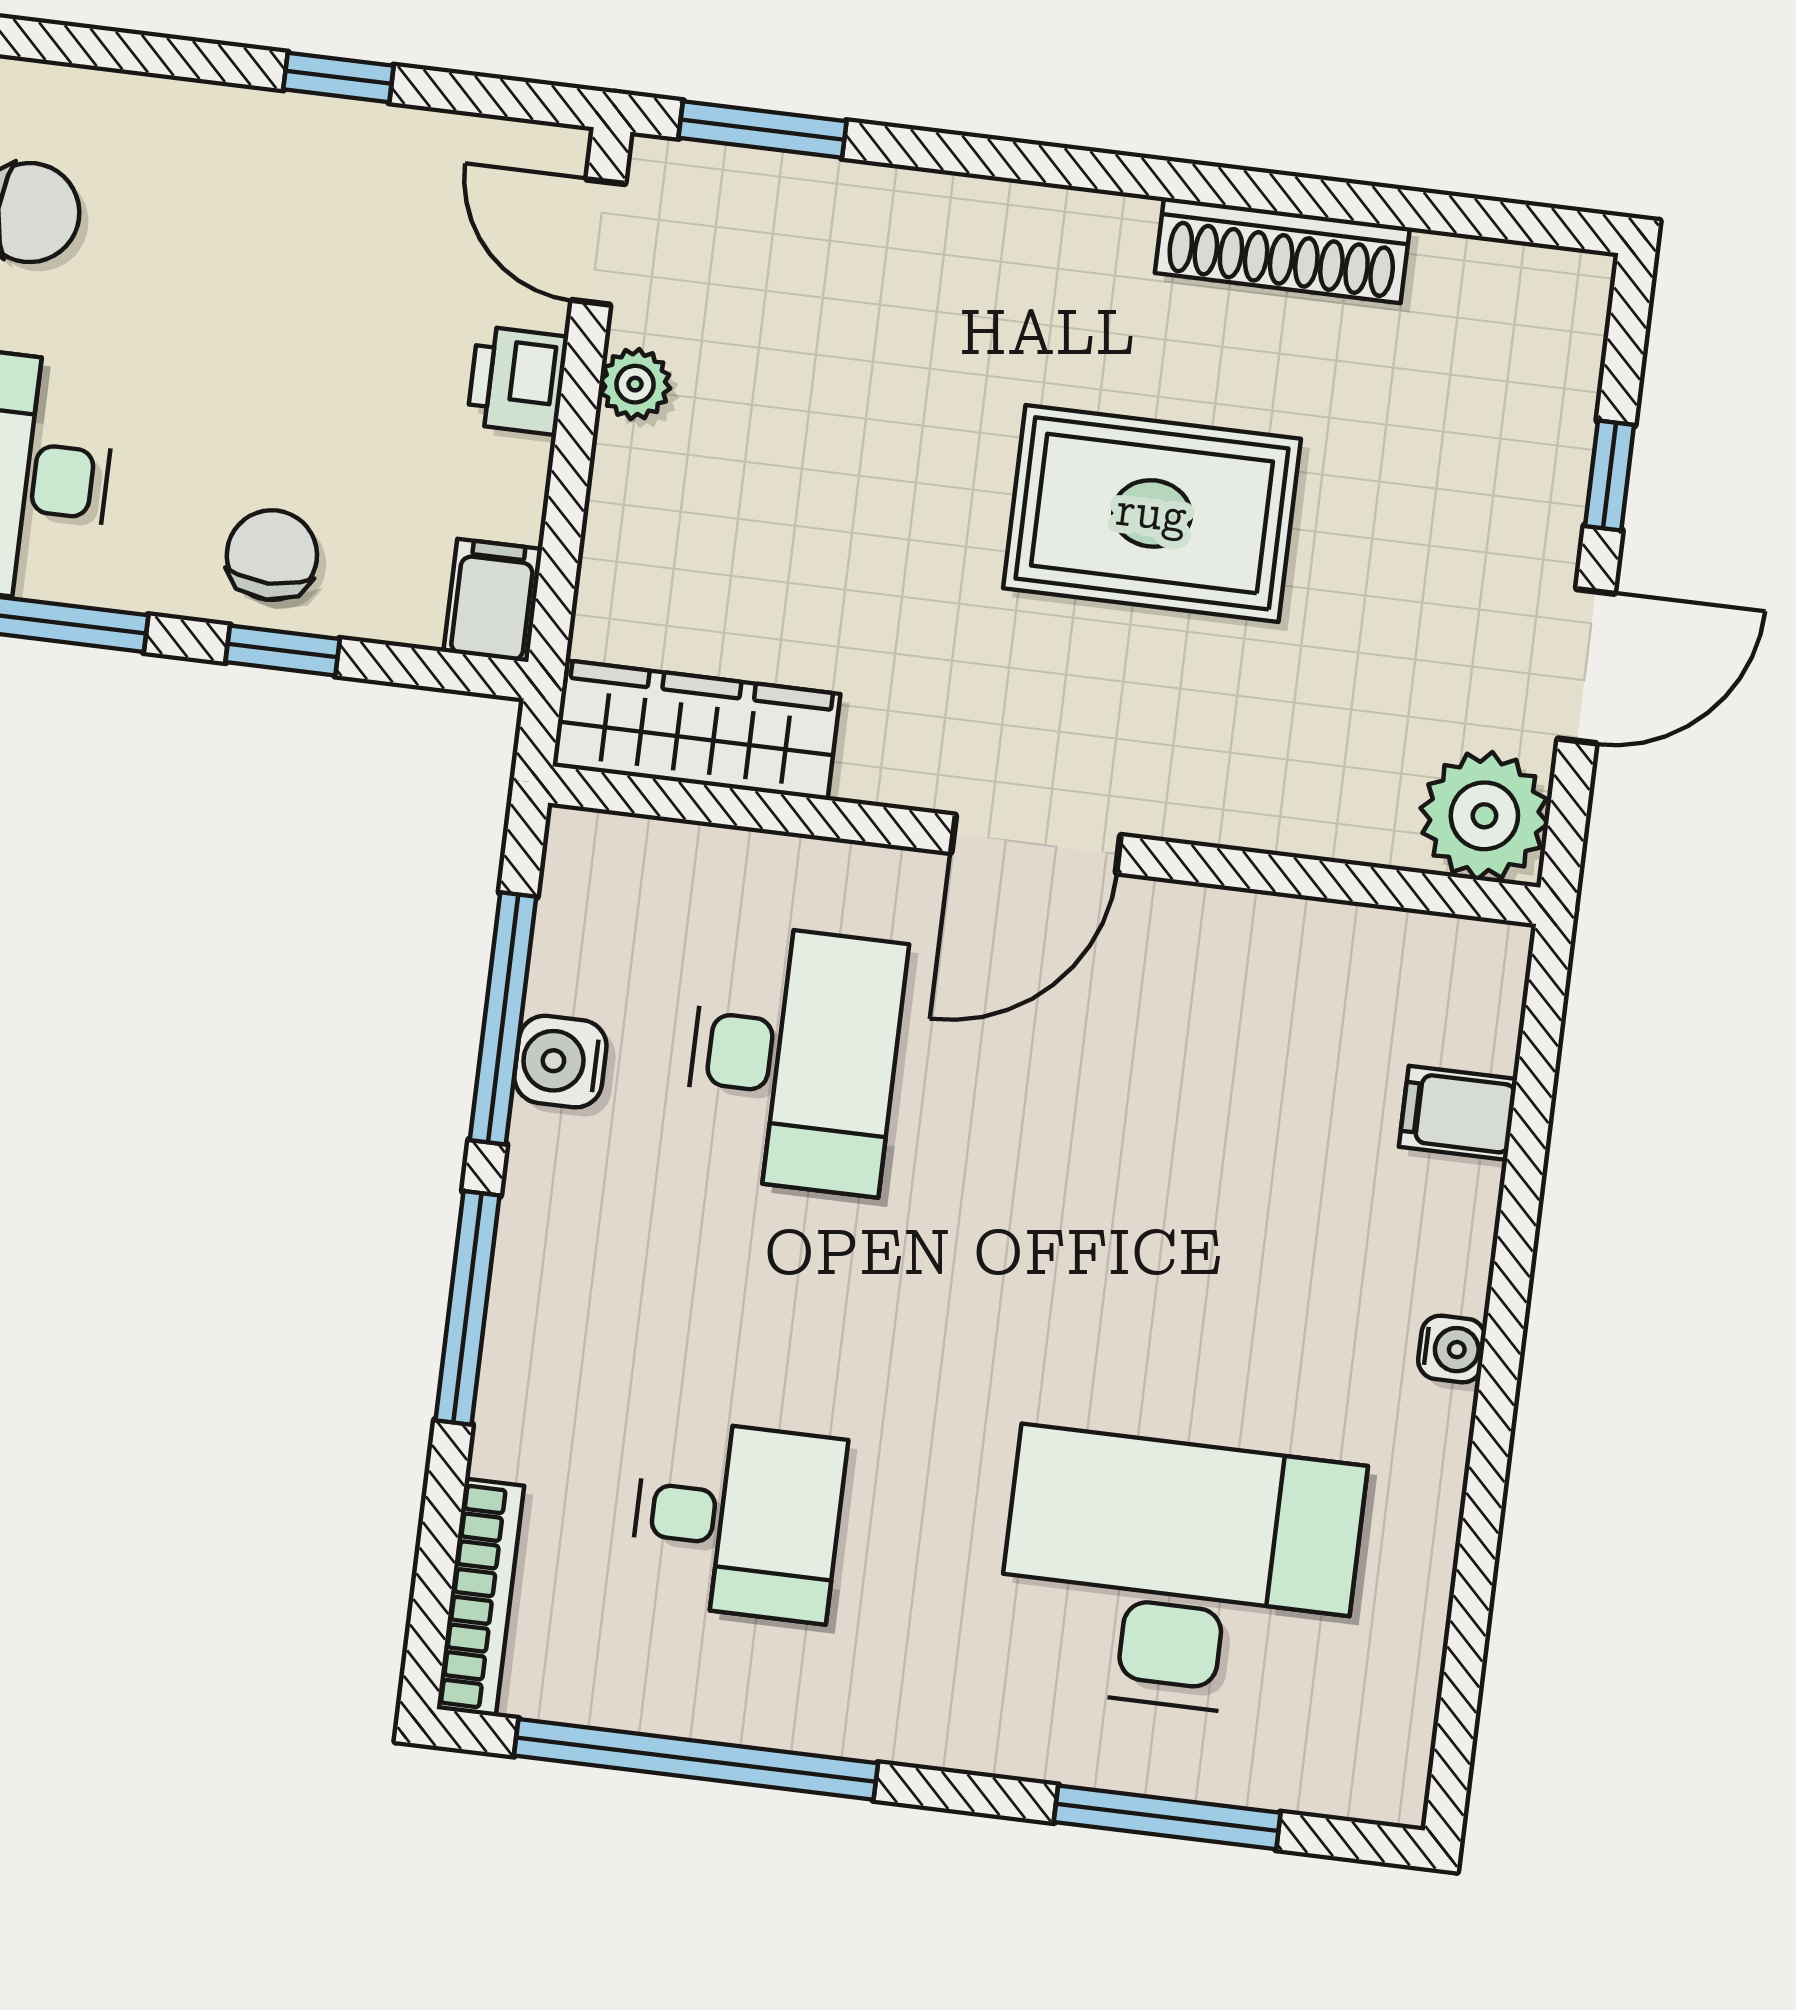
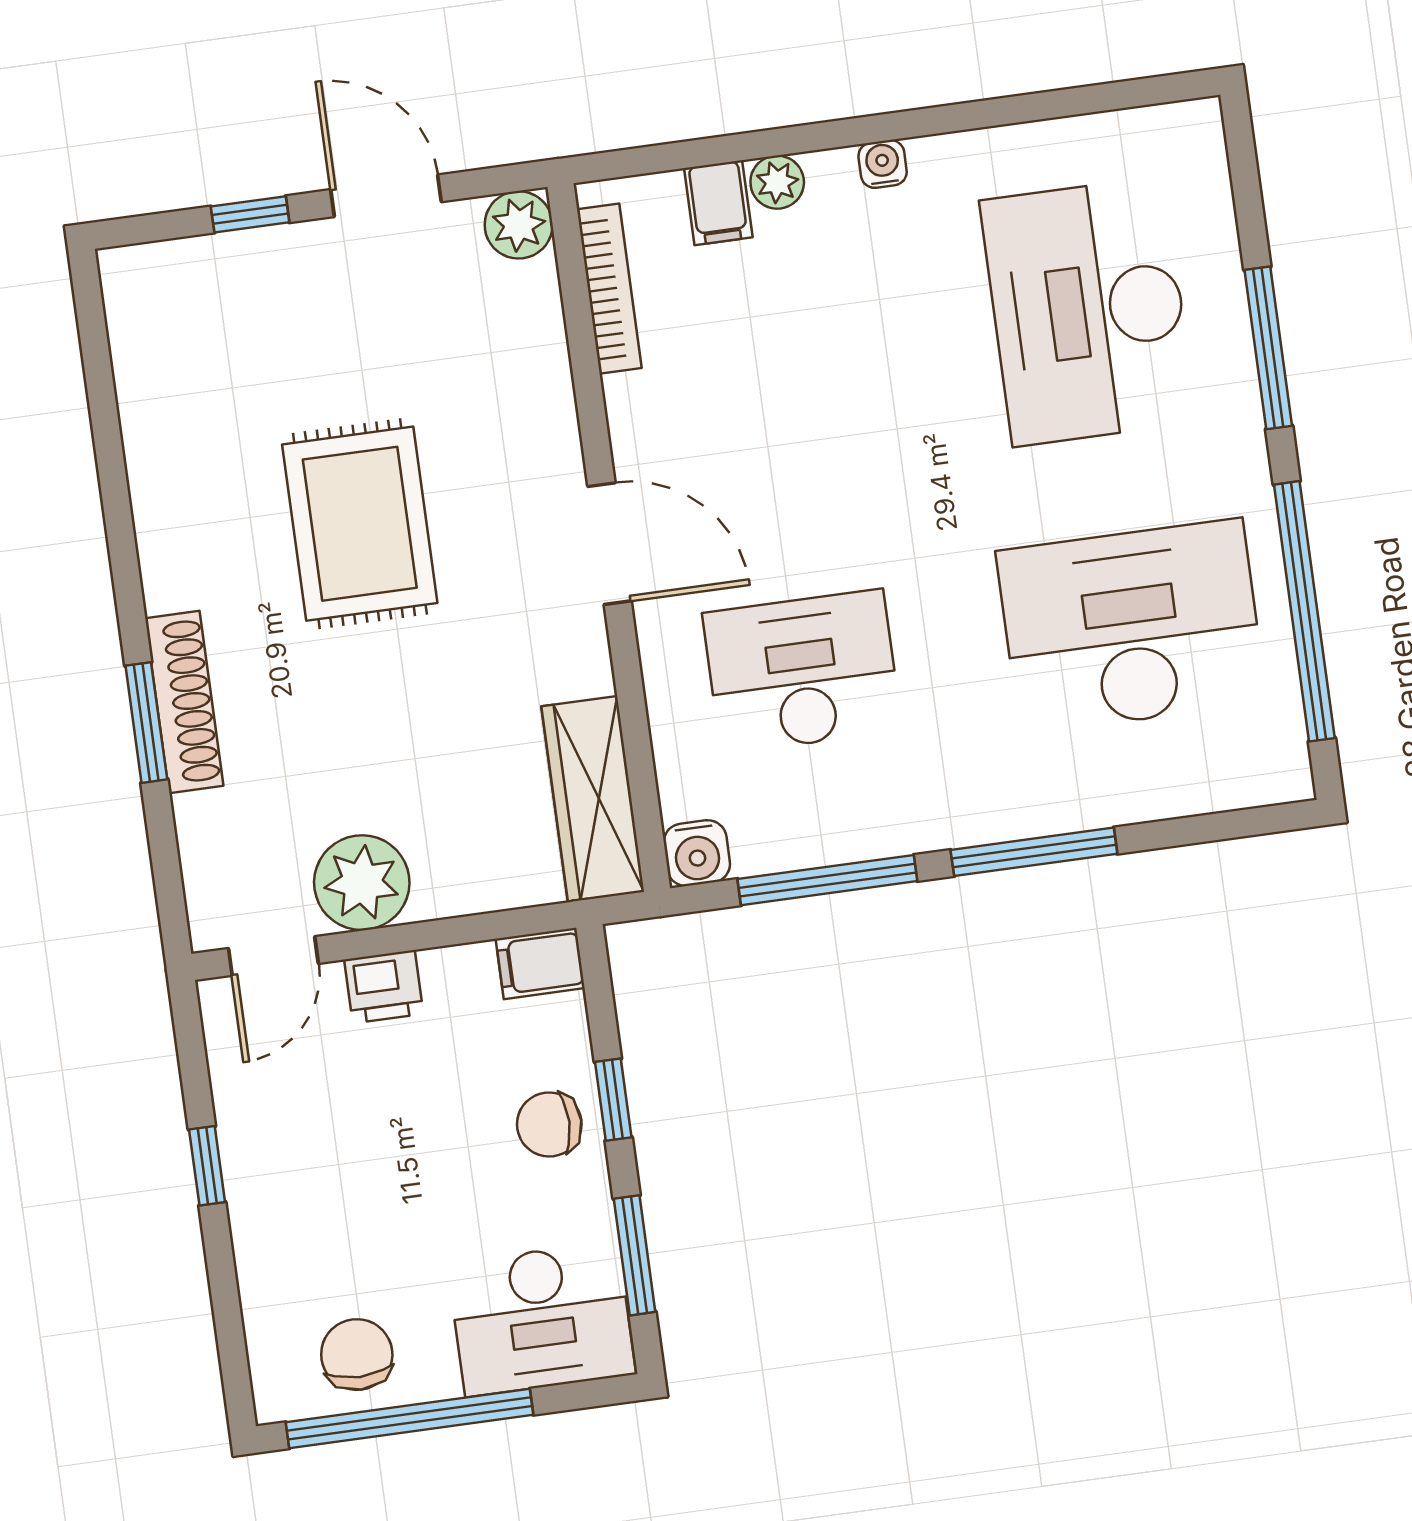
window: (763, 130) -> (146, 723), moved
shoe rack: (1282, 250) -> (184, 702), moved
plant: (635, 384) -> (362, 883), width x1.88, depth x1.88
plant: (1484, 816) -> (519, 225), width x0.73, depth x0.73
water cooler: (560, 1062) -> (697, 853), moved
plant: (1465, 1200) -> (777, 182), added
desk: (737, 1520) -> (1131, 627), width x1.87, depth x1.30
bookcase: (480, 1597) -> (609, 289), moved, turned 90
window: (1167, 1817) -> (1268, 348), moved

